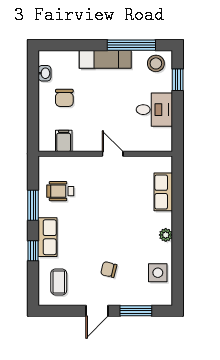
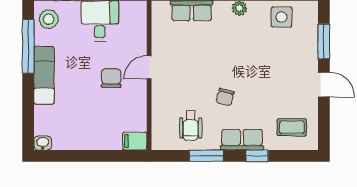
washbasin: (45, 73) -> (43, 143), moved
chair: (64, 98) -> (111, 78), moved, turned -90
filing cabinet: (64, 141) -> (135, 141), moved
chair: (109, 269) -> (225, 97), moved

